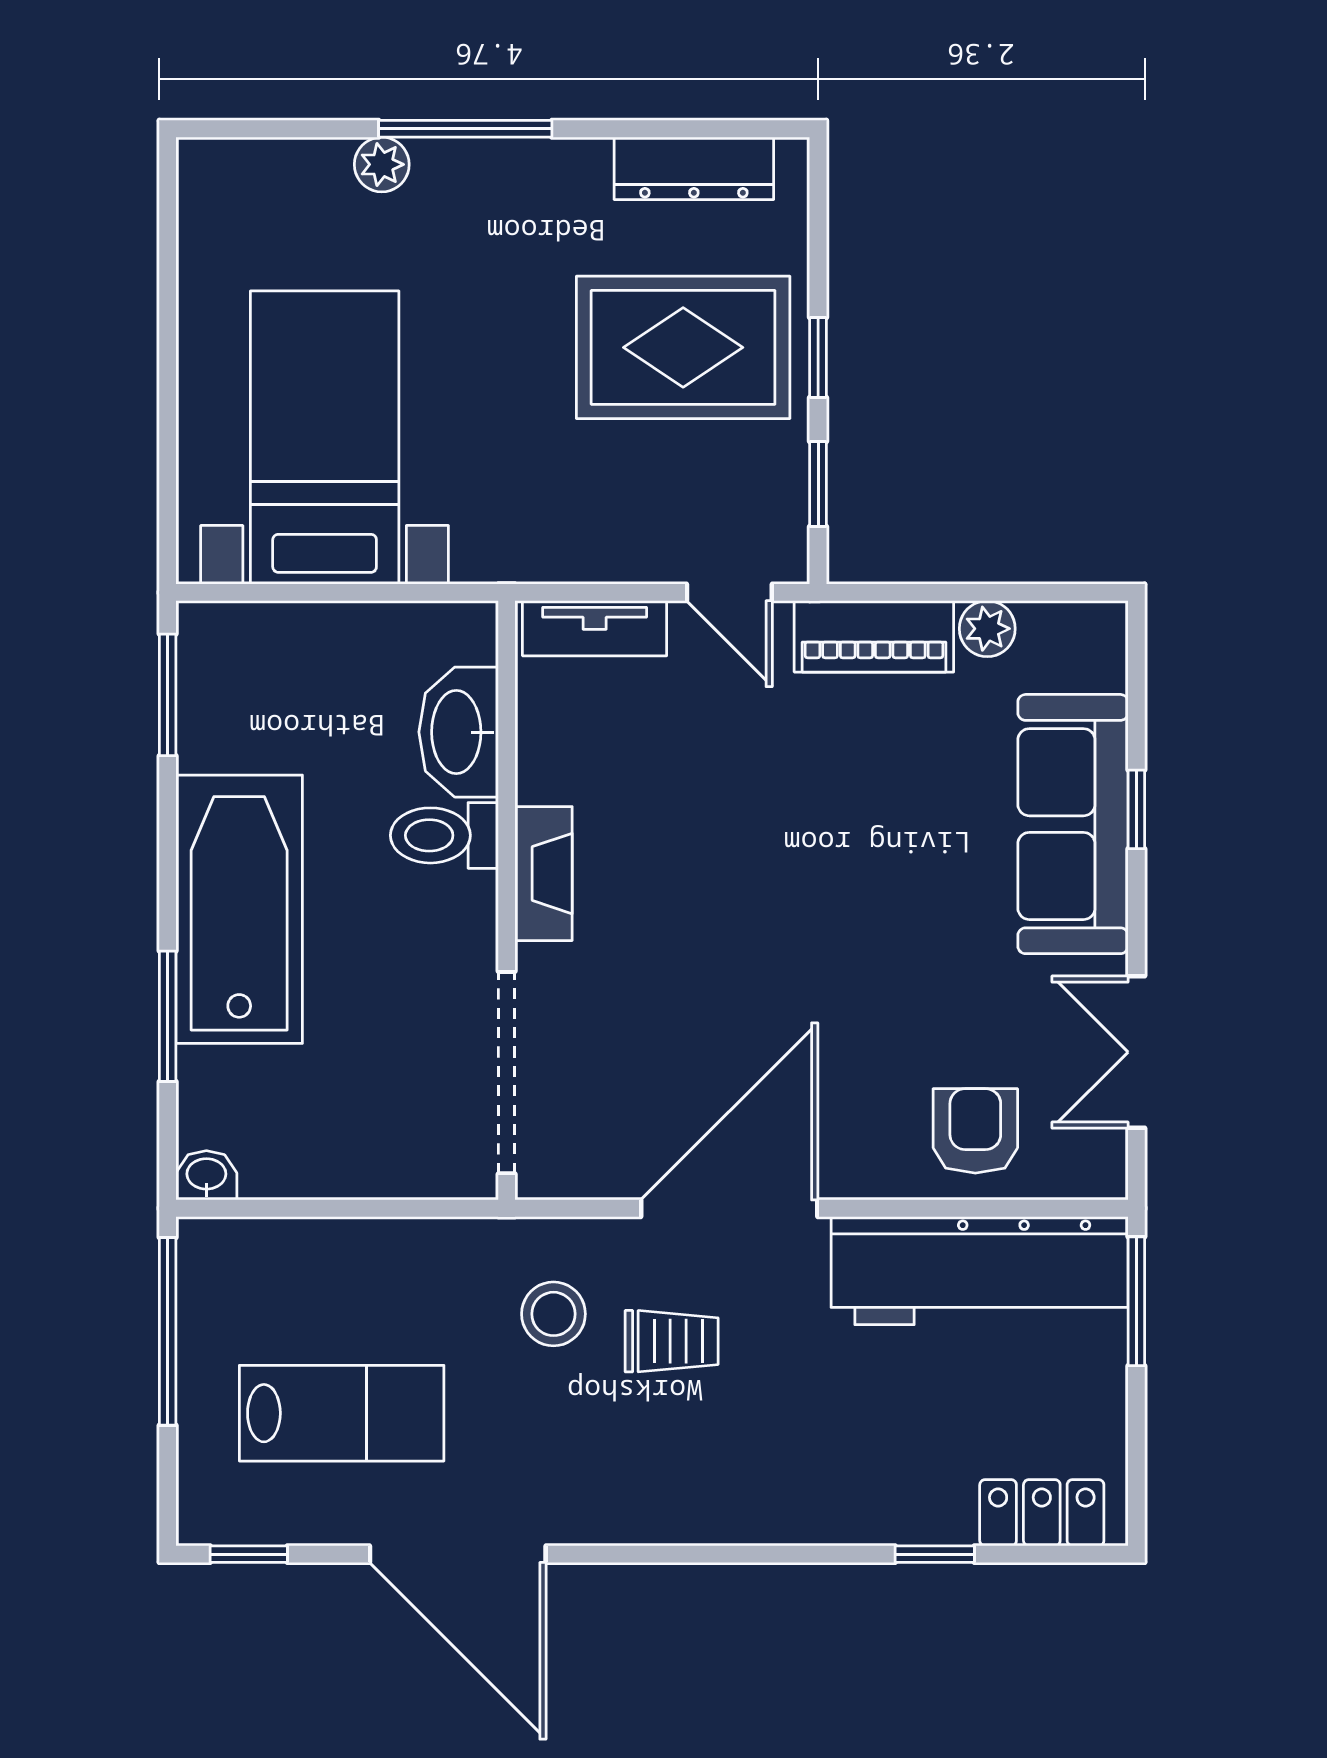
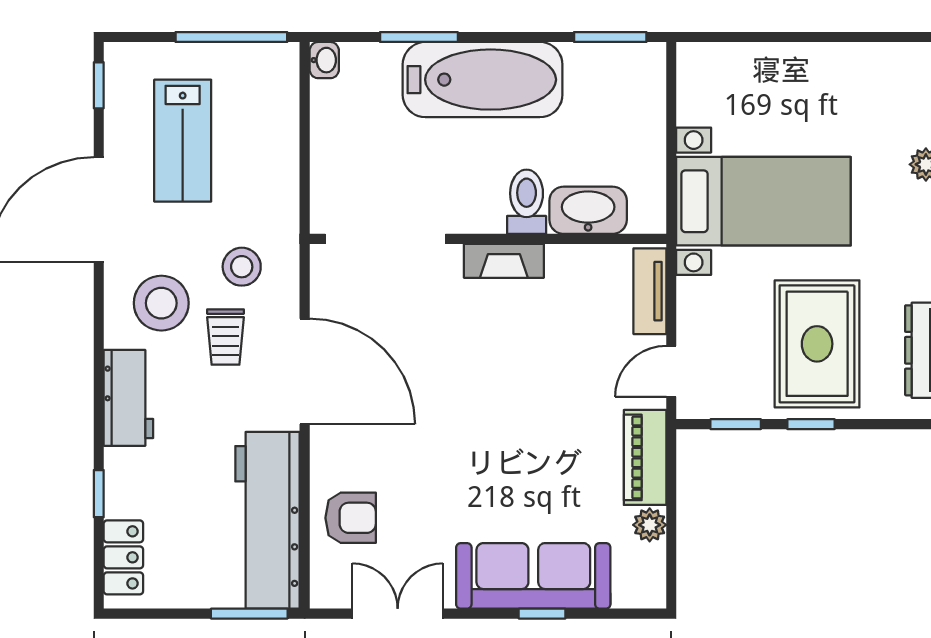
bed with nightstands: (325, 438) -> (763, 201), moved
stool: (615, 1449) -> (161, 303), added
workbench: (774, 1504) -> (128, 398), added

